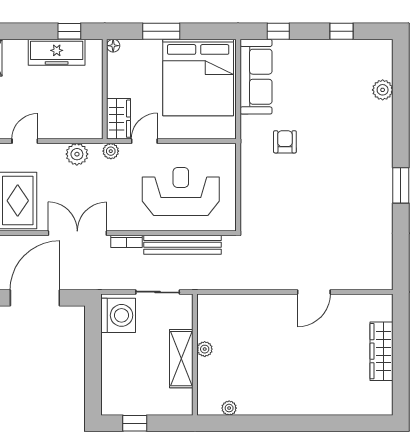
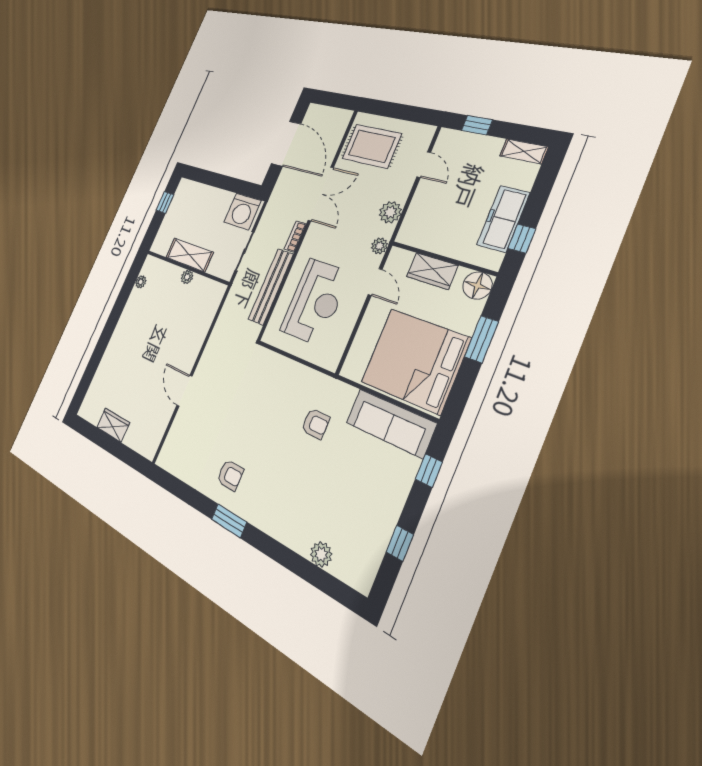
floor lamp: (113, 46) -> (477, 285), width x1.89, depth x1.89
wardrobe: (119, 119) -> (432, 271), moved
armchair: (364, 203) -> (230, 475), added
wardrobe: (382, 351) -> (113, 425), width x0.67

